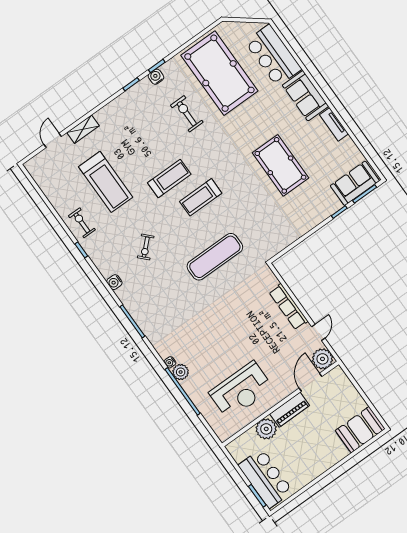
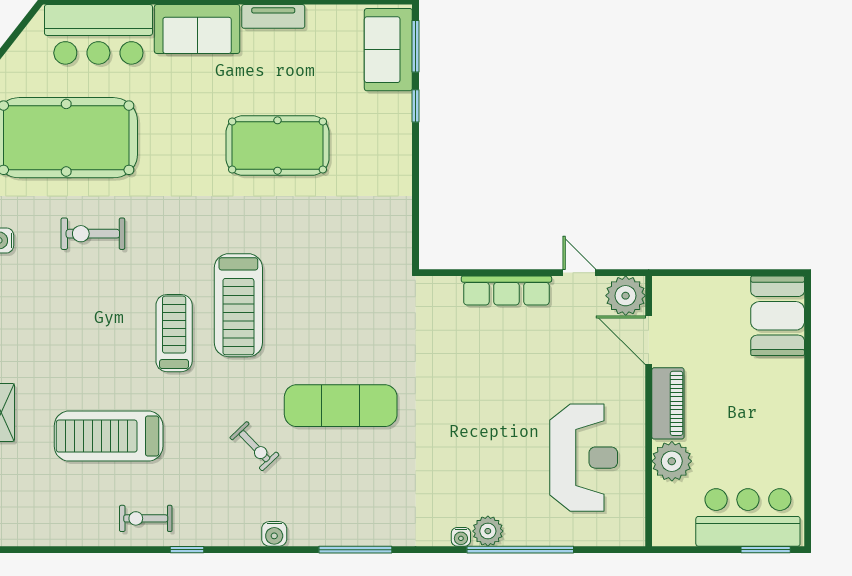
treadmill: (106, 182) -> (109, 436), turned 180
treadmill: (201, 197) -> (238, 305), width x1.37, depth x1.38
exercise mat: (215, 257) -> (341, 406), moved, turned 90

